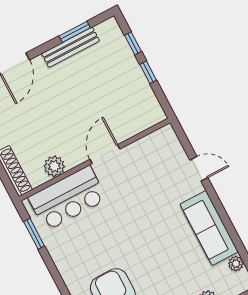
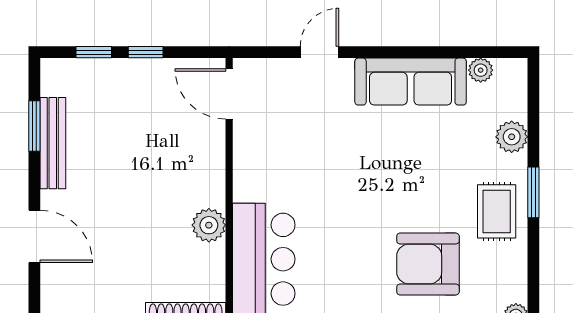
door: (105, 154) -> (229, 94), moved
plant: (54, 166) -> (209, 225), moved

